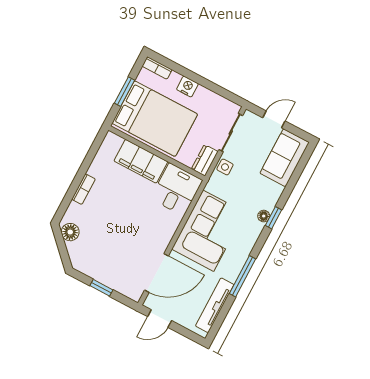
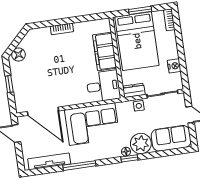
nightstand: (187, 87) -> (174, 66), moved
plant: (267, 194) -> (141, 144), added
floor lamp: (70, 232) -> (18, 55), moved

